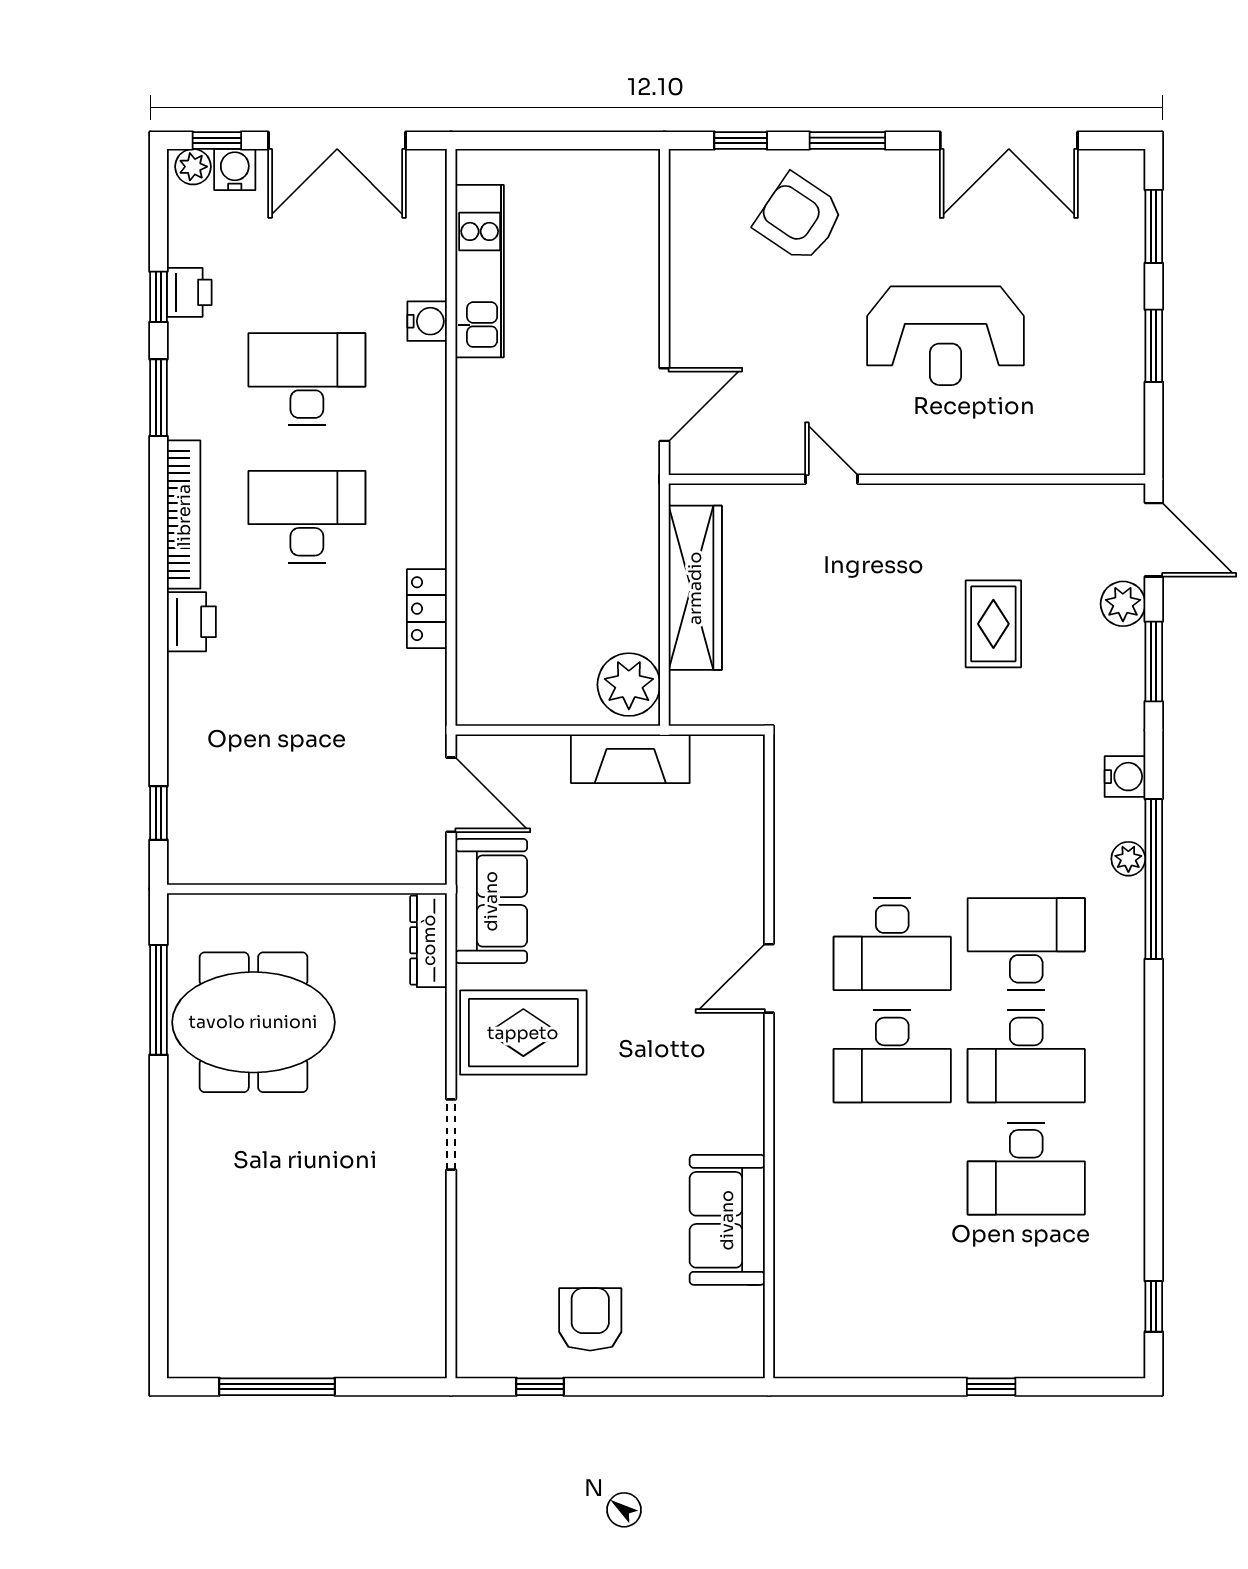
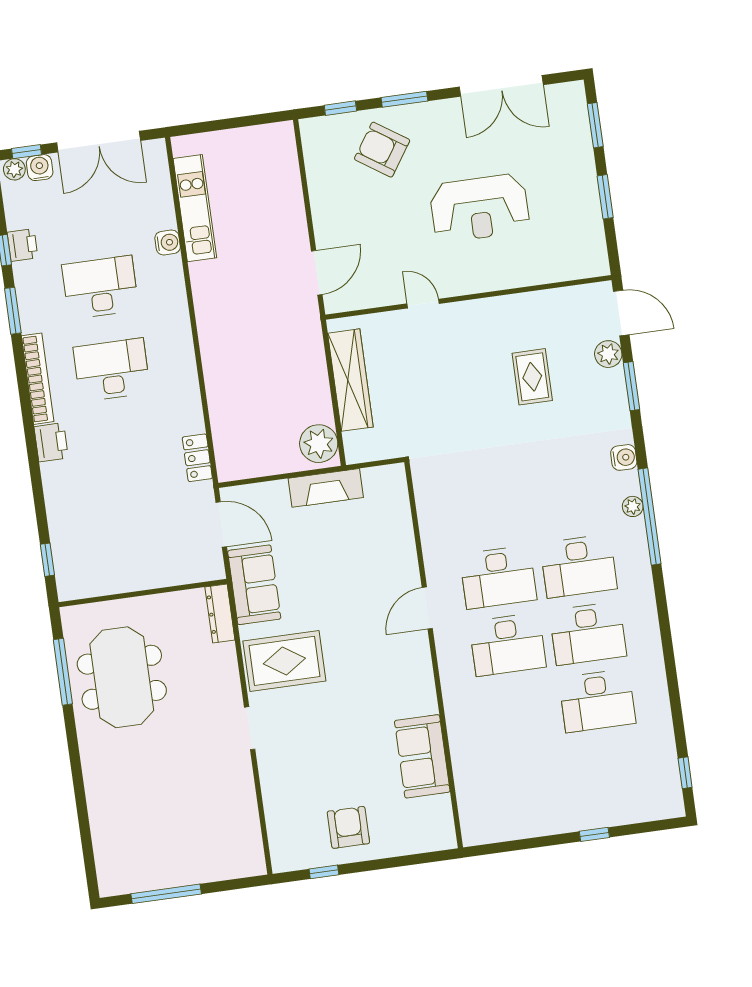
locker: (427, 609) -> (197, 458), moved
desk: (1026, 944) -> (579, 566), turned 180
meeting table: (253, 1022) -> (122, 677), turned 90

